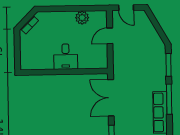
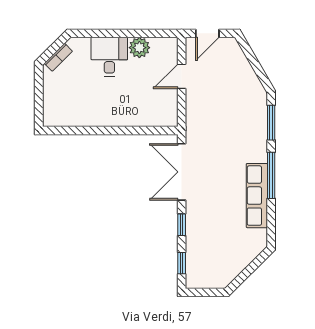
door: (126, 8) -> (207, 33), hinge flipped
desk: (66, 57) -> (109, 57), moved, turned 180

